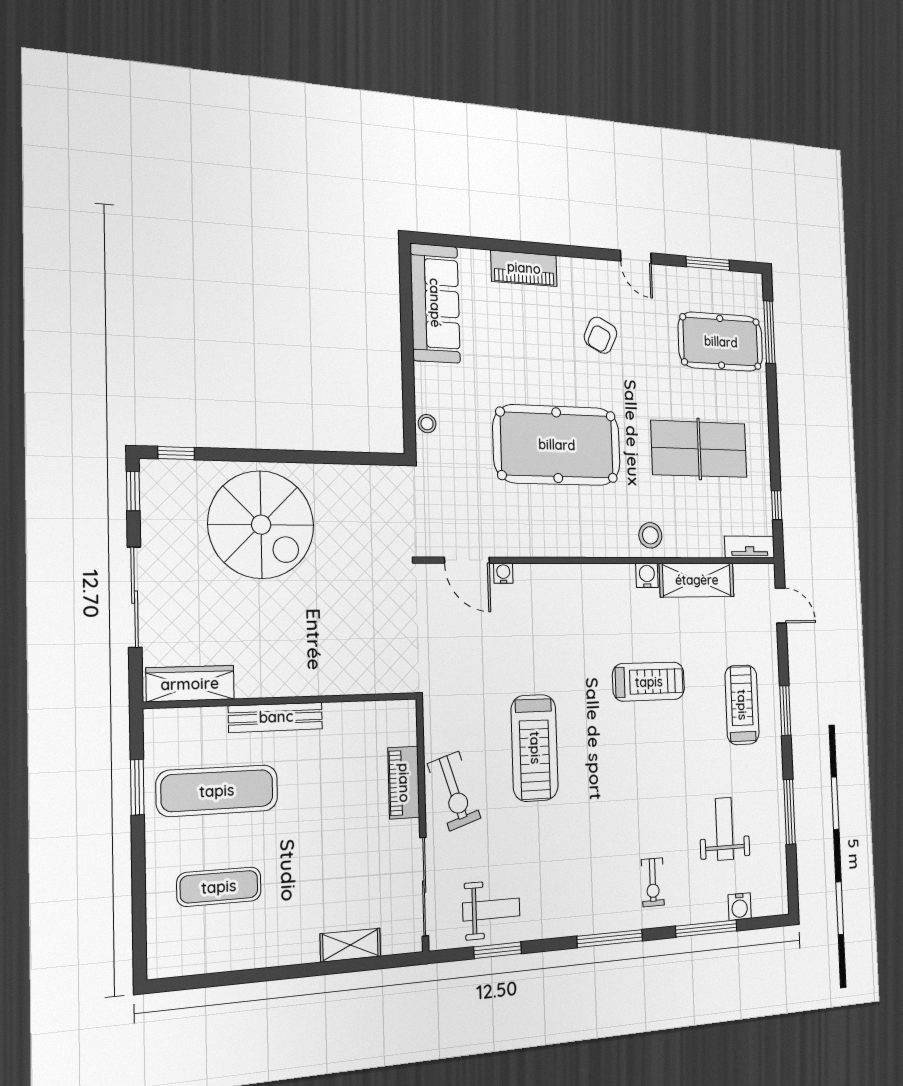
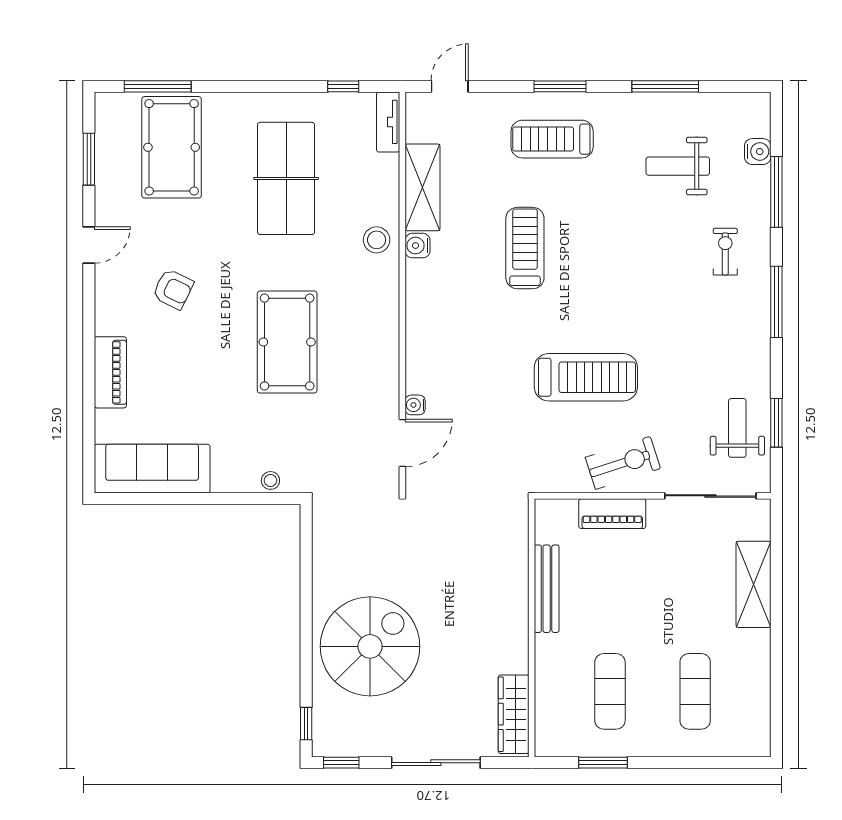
pool table: (557, 445) -> (287, 342), width x0.73, depth x0.76
bench: (276, 717) -> (547, 589), moved
exercise mat: (217, 791) -> (610, 691), width x0.73, depth x0.69
exercise bike: (653, 882) -> (725, 252), turned -90
shelving: (350, 945) -> (753, 584), width x1.50, depth x1.33

